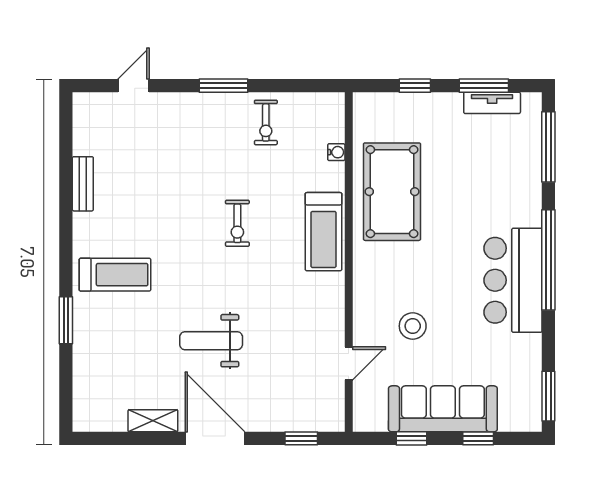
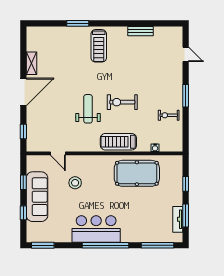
exercise bike: (237, 223) -> (122, 102), width x1.38, depth x1.39
weight bench: (211, 341) -> (88, 109), moved

